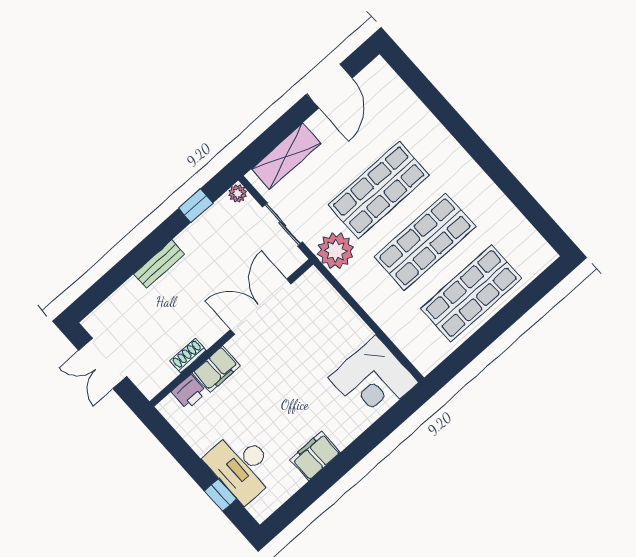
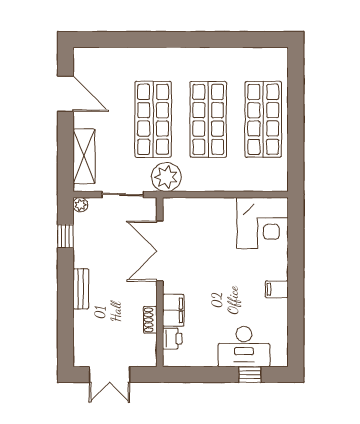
filing cabinet: (315, 456) -> (277, 289), width x0.50

